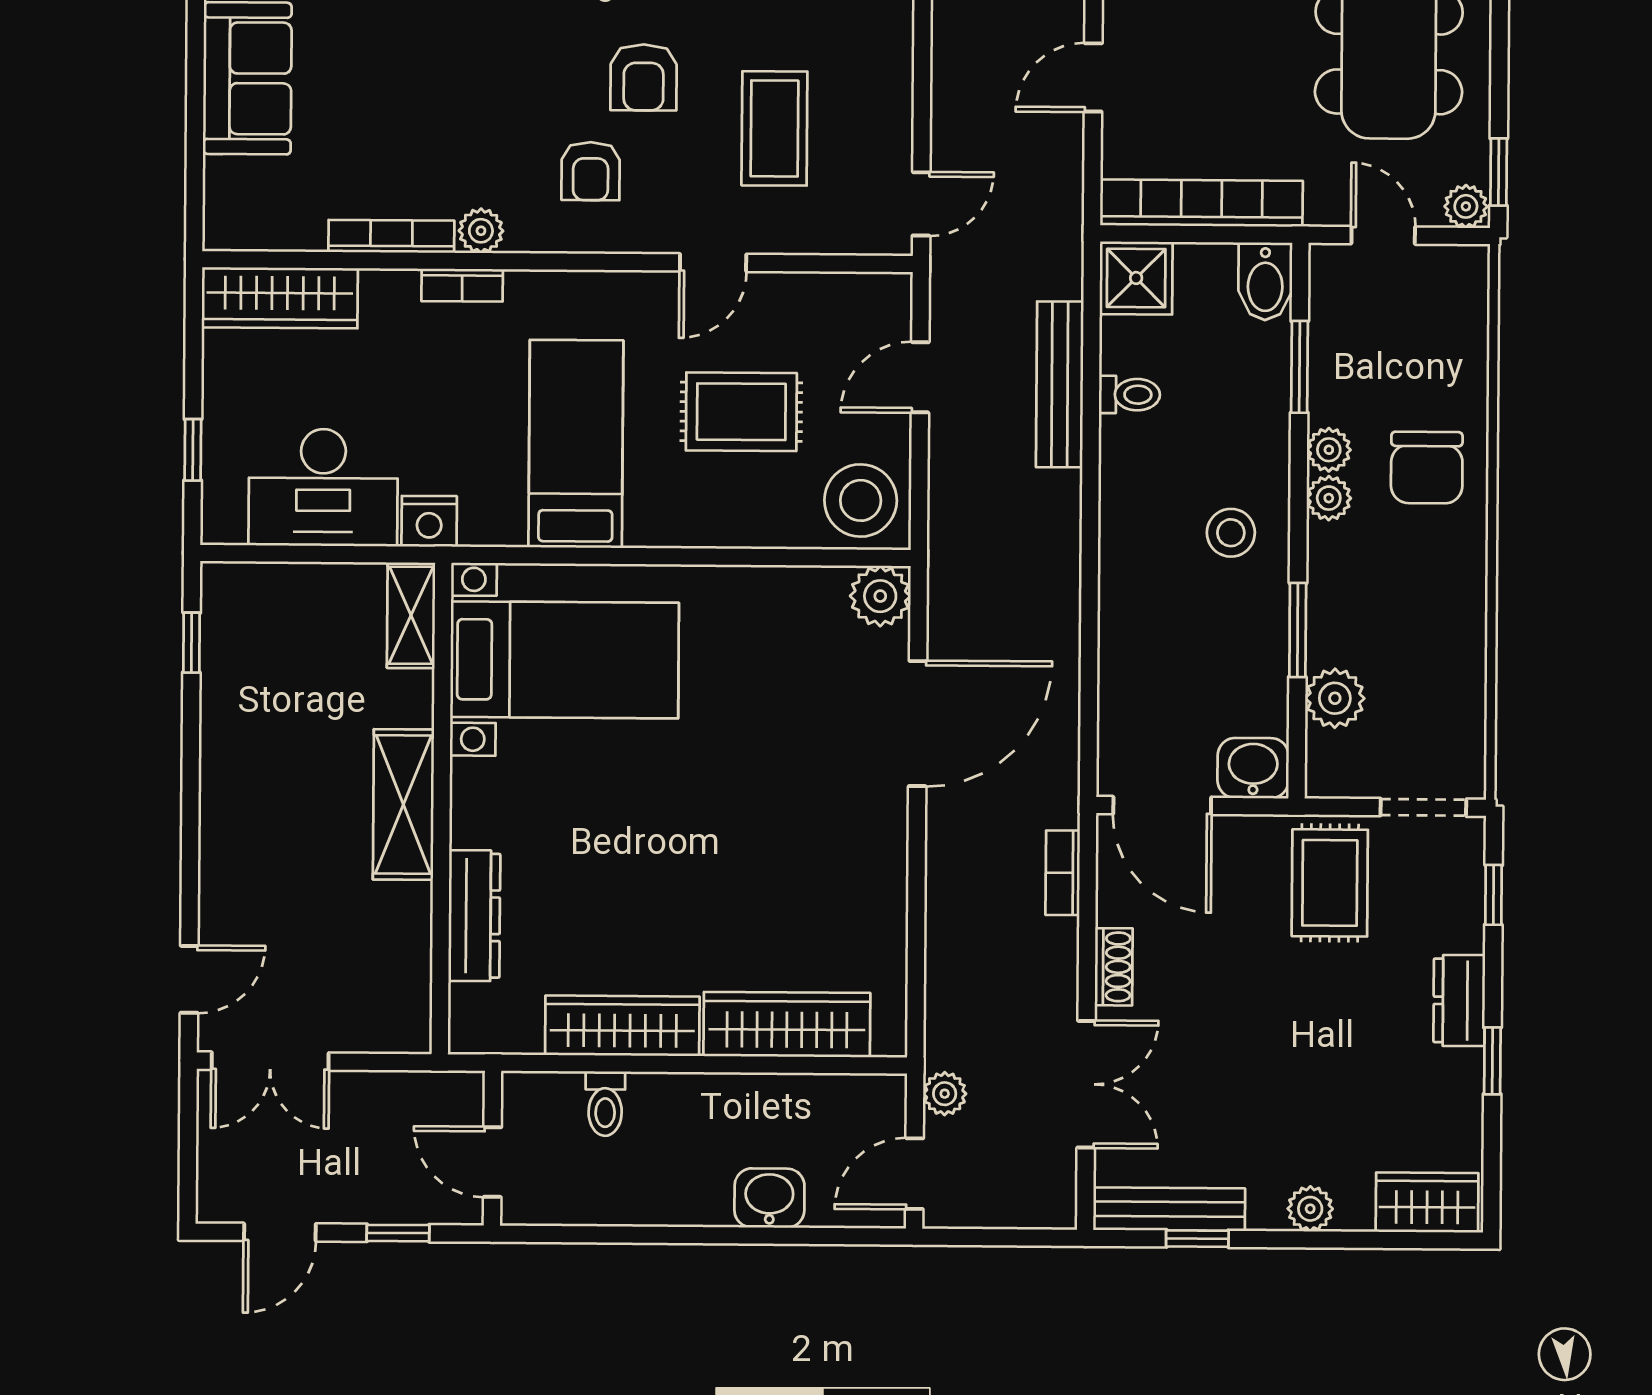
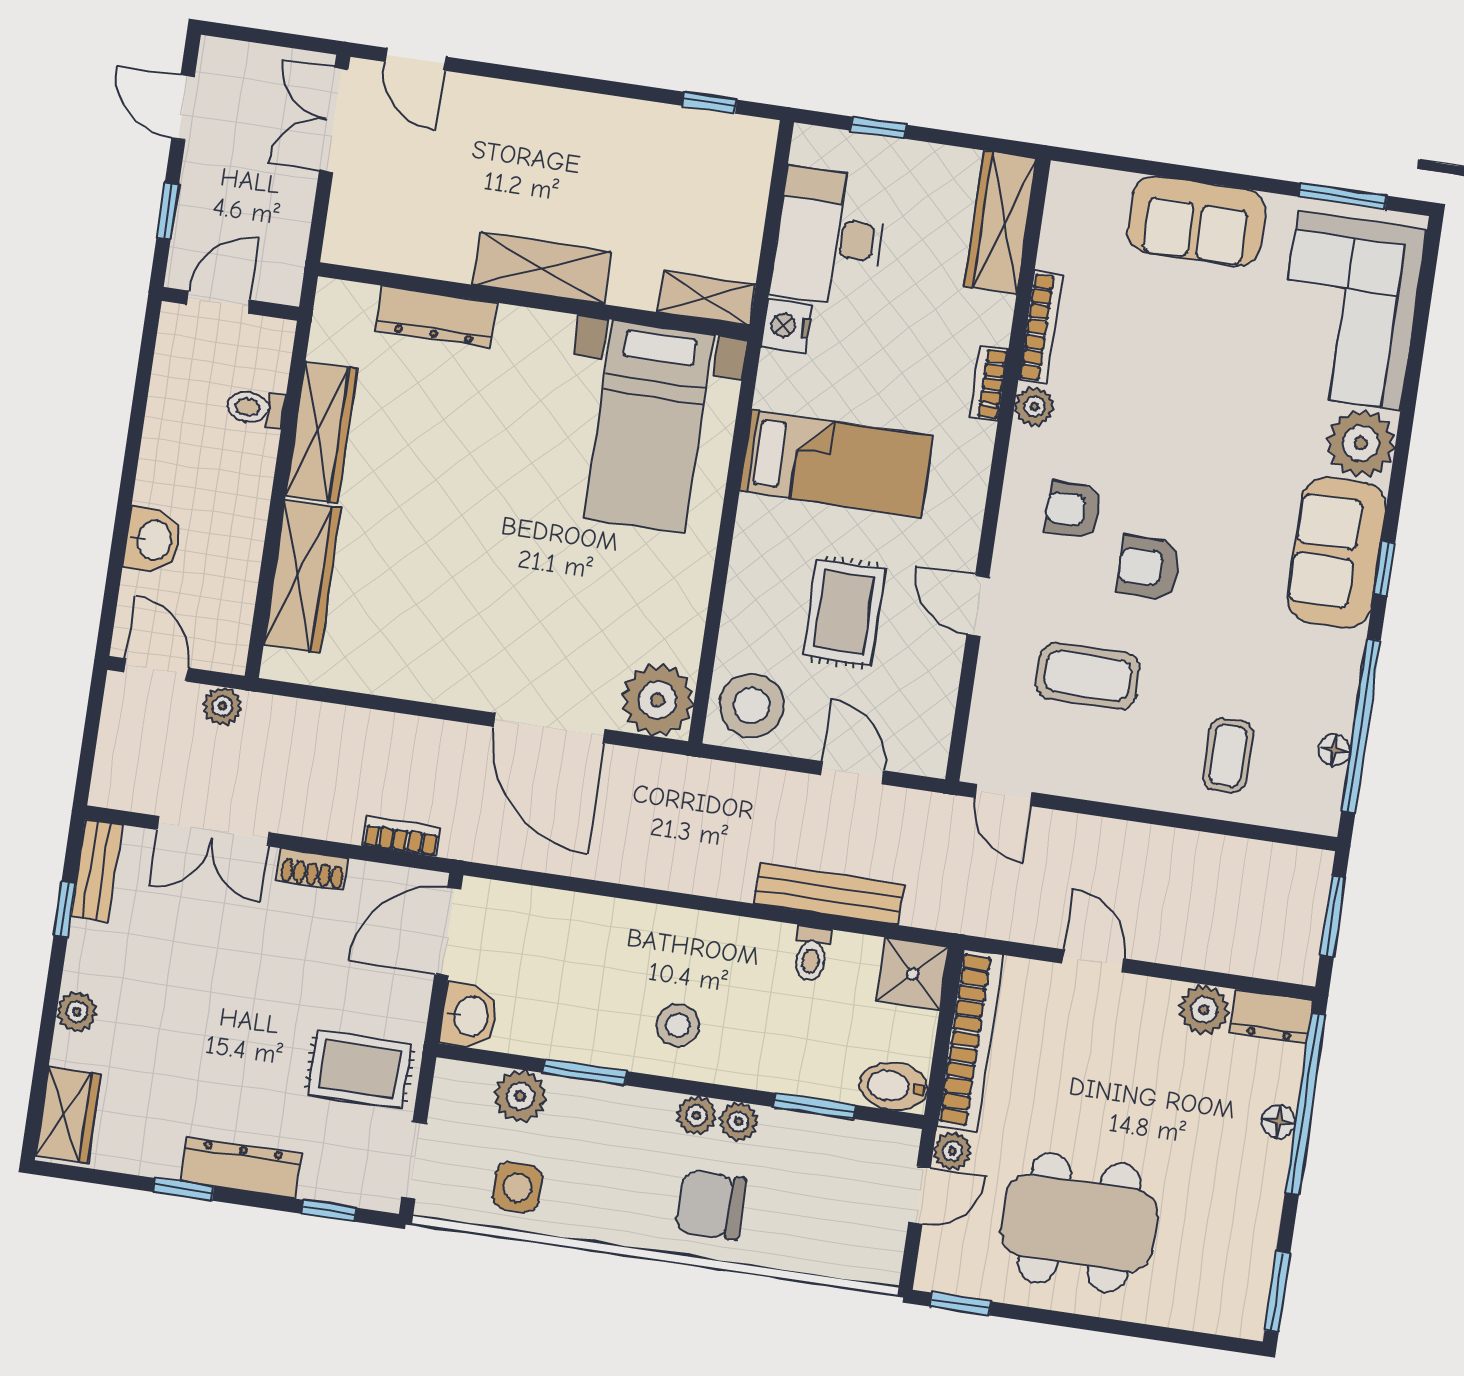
plant: (1466, 206) -> (952, 1151), moved
plant: (880, 596) -> (657, 700), width x1.36, depth x1.36
side table: (1438, 687) -> (517, 1187), added
dresser: (1459, 1000) -> (241, 1168), width x1.44
bench: (1169, 1209) -> (96, 871), width x0.73

